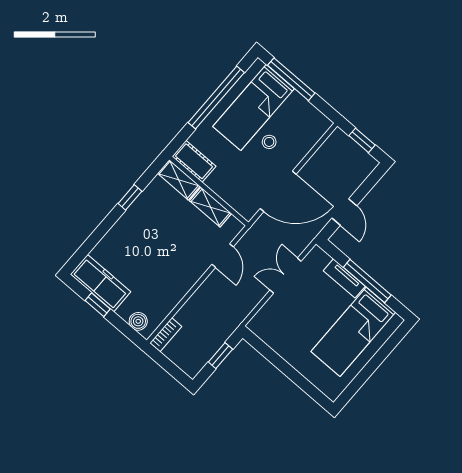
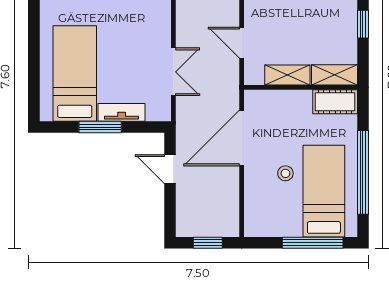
window: (367, 281) -> (100, 127), width x0.69

